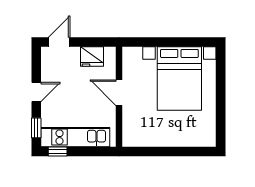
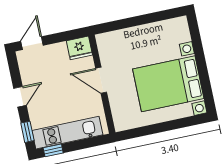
fridge: (92, 57) -> (79, 48), moved
bed with nightstands: (179, 79) -> (168, 84), moved, turned 90

